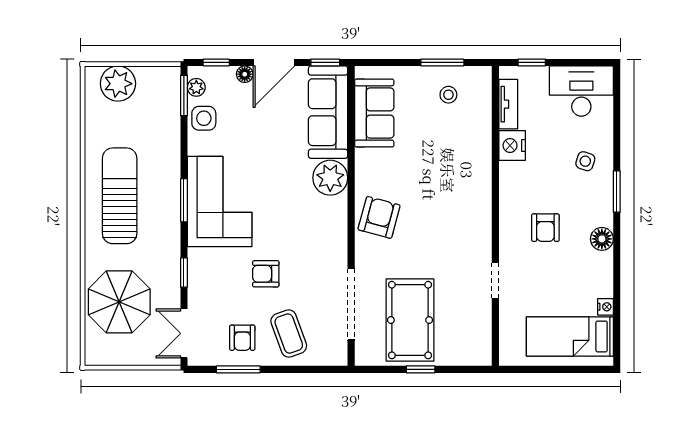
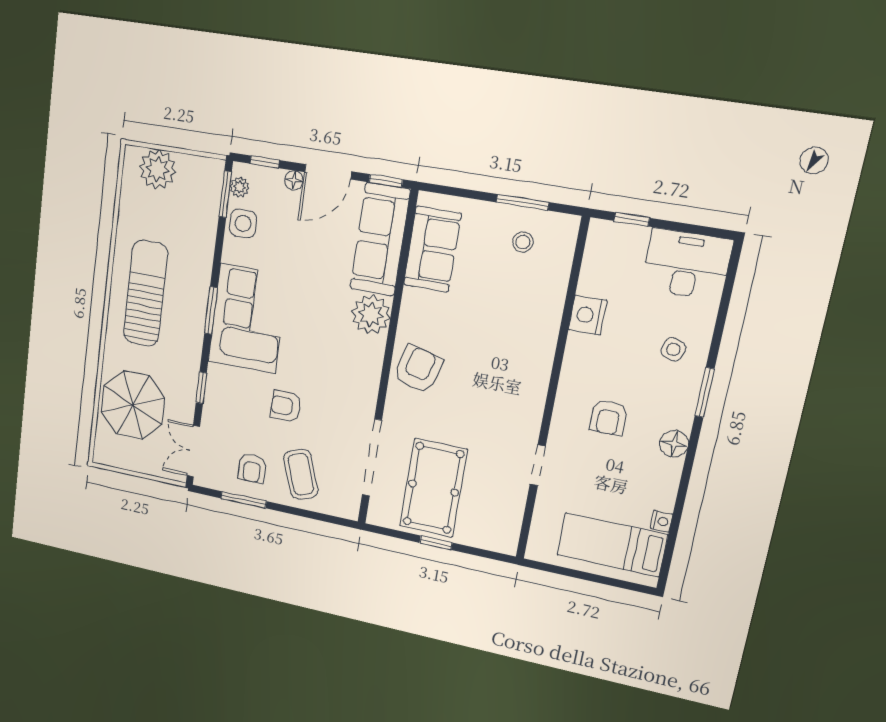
tv unit: (508, 104) -> (593, 265), removed

